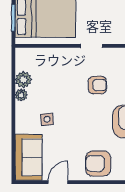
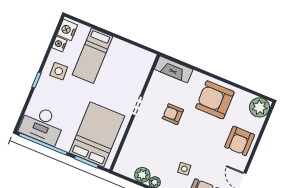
armchair: (97, 85) -> (173, 114), turned -90

